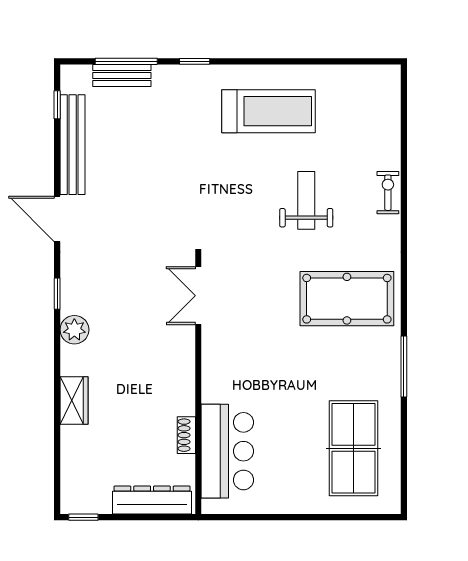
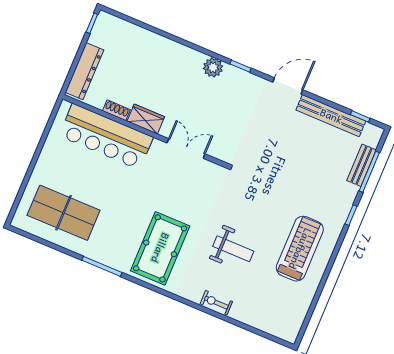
treadmill: (268, 111) -> (300, 249), turned 180
exercise bike: (388, 193) -> (216, 303), turned 180
double door: (198, 296) -> (186, 148), moved
wardrobe: (74, 400) -> (146, 119), moved, turned 180
bar counter: (227, 451) -> (106, 137), width x1.36

